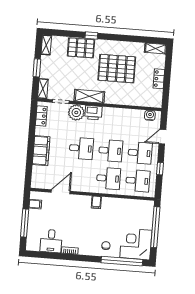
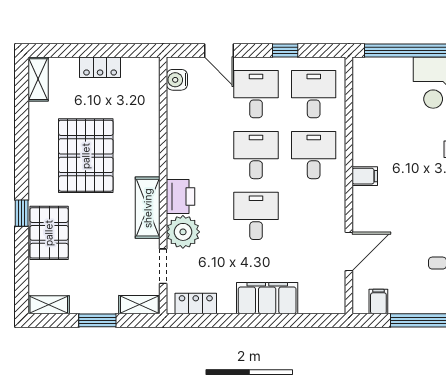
door: (61, 192) -> (349, 251), swing flipped

